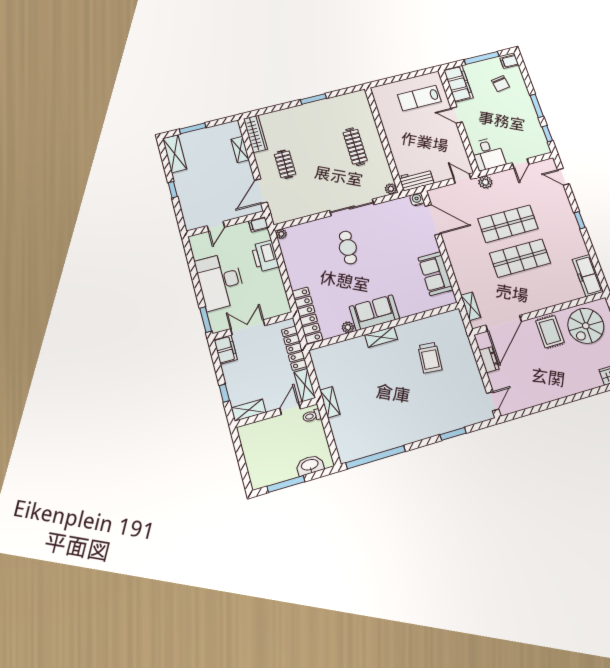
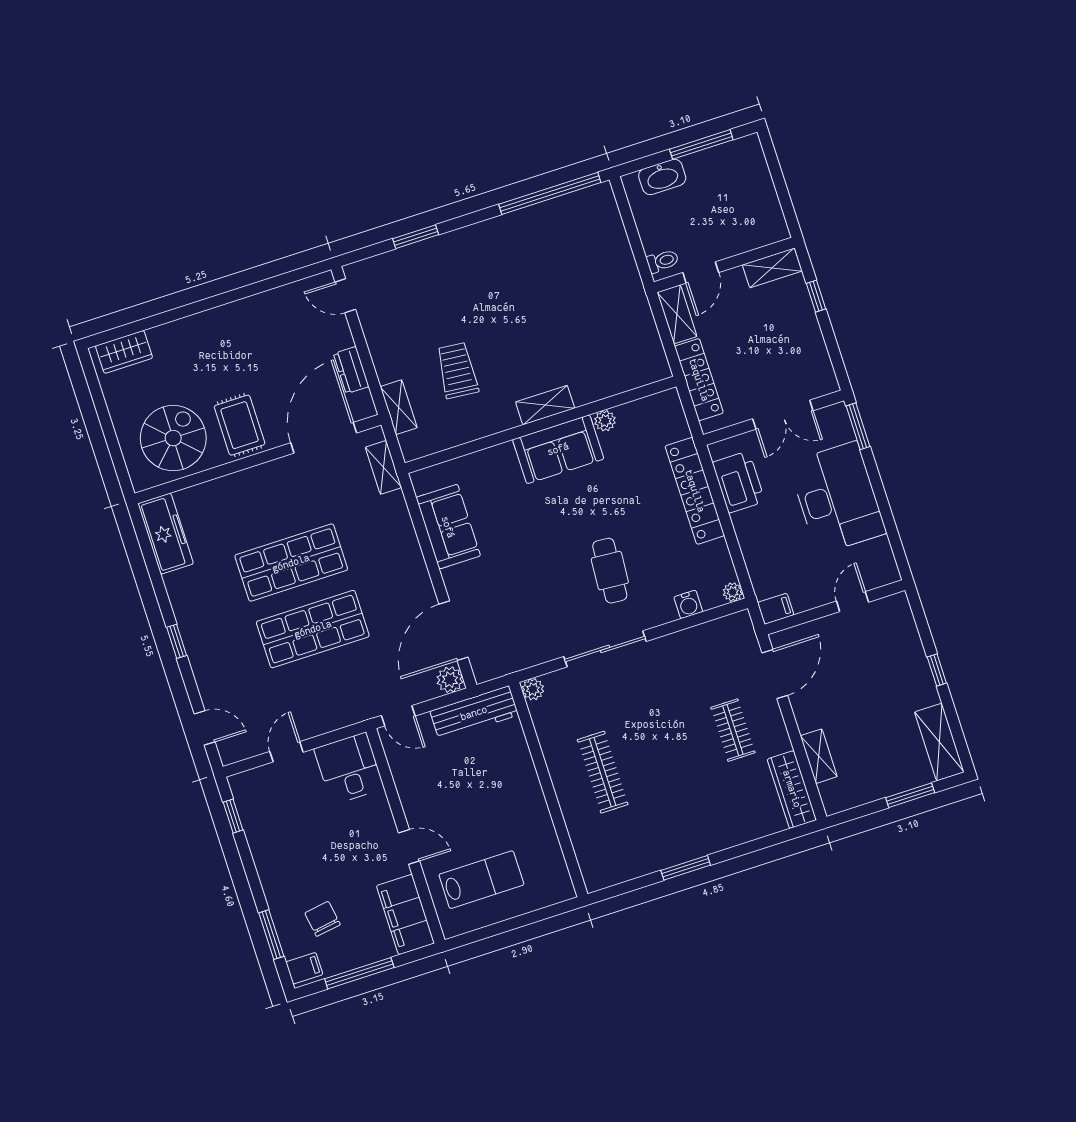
window: (537, 106) -> (271, 935), moved
workbench: (416, 180) -> (474, 713), width x1.37
plant: (485, 182) -> (450, 680), moved
water cooler: (417, 199) -> (688, 604), moved
door: (433, 220) -> (453, 631), hinge flipped
printer: (265, 256) -> (739, 482), moved
locker: (307, 315) -> (695, 491), moved
filing cabinet: (226, 350) -> (819, 373), removed
door: (493, 401) -> (345, 296), hinge flipped
shelving: (330, 402) -> (399, 407), moved

